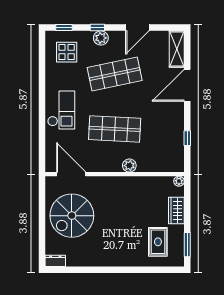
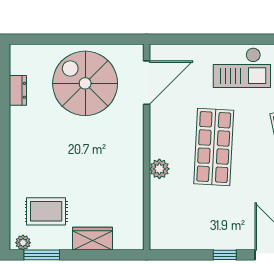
window: (187, 138) -> (225, 255), moved
plant: (179, 181) -> (23, 243), moved
dresser: (55, 261) -> (18, 90), moved

